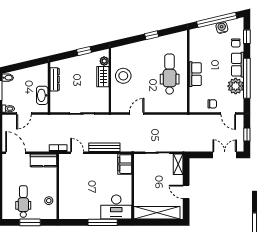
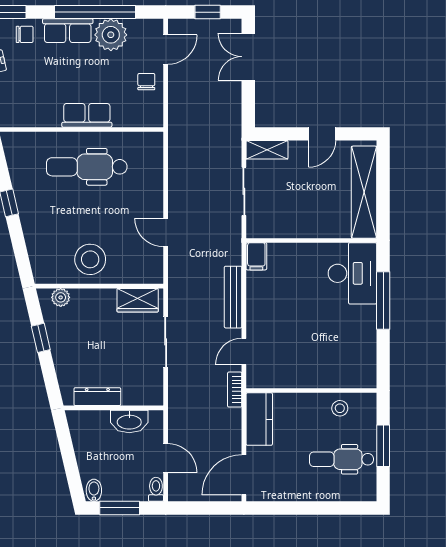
wardrobe: (103, 77) -> (138, 300), moved
filing cabinet: (125, 164) -> (256, 256), width x0.50

